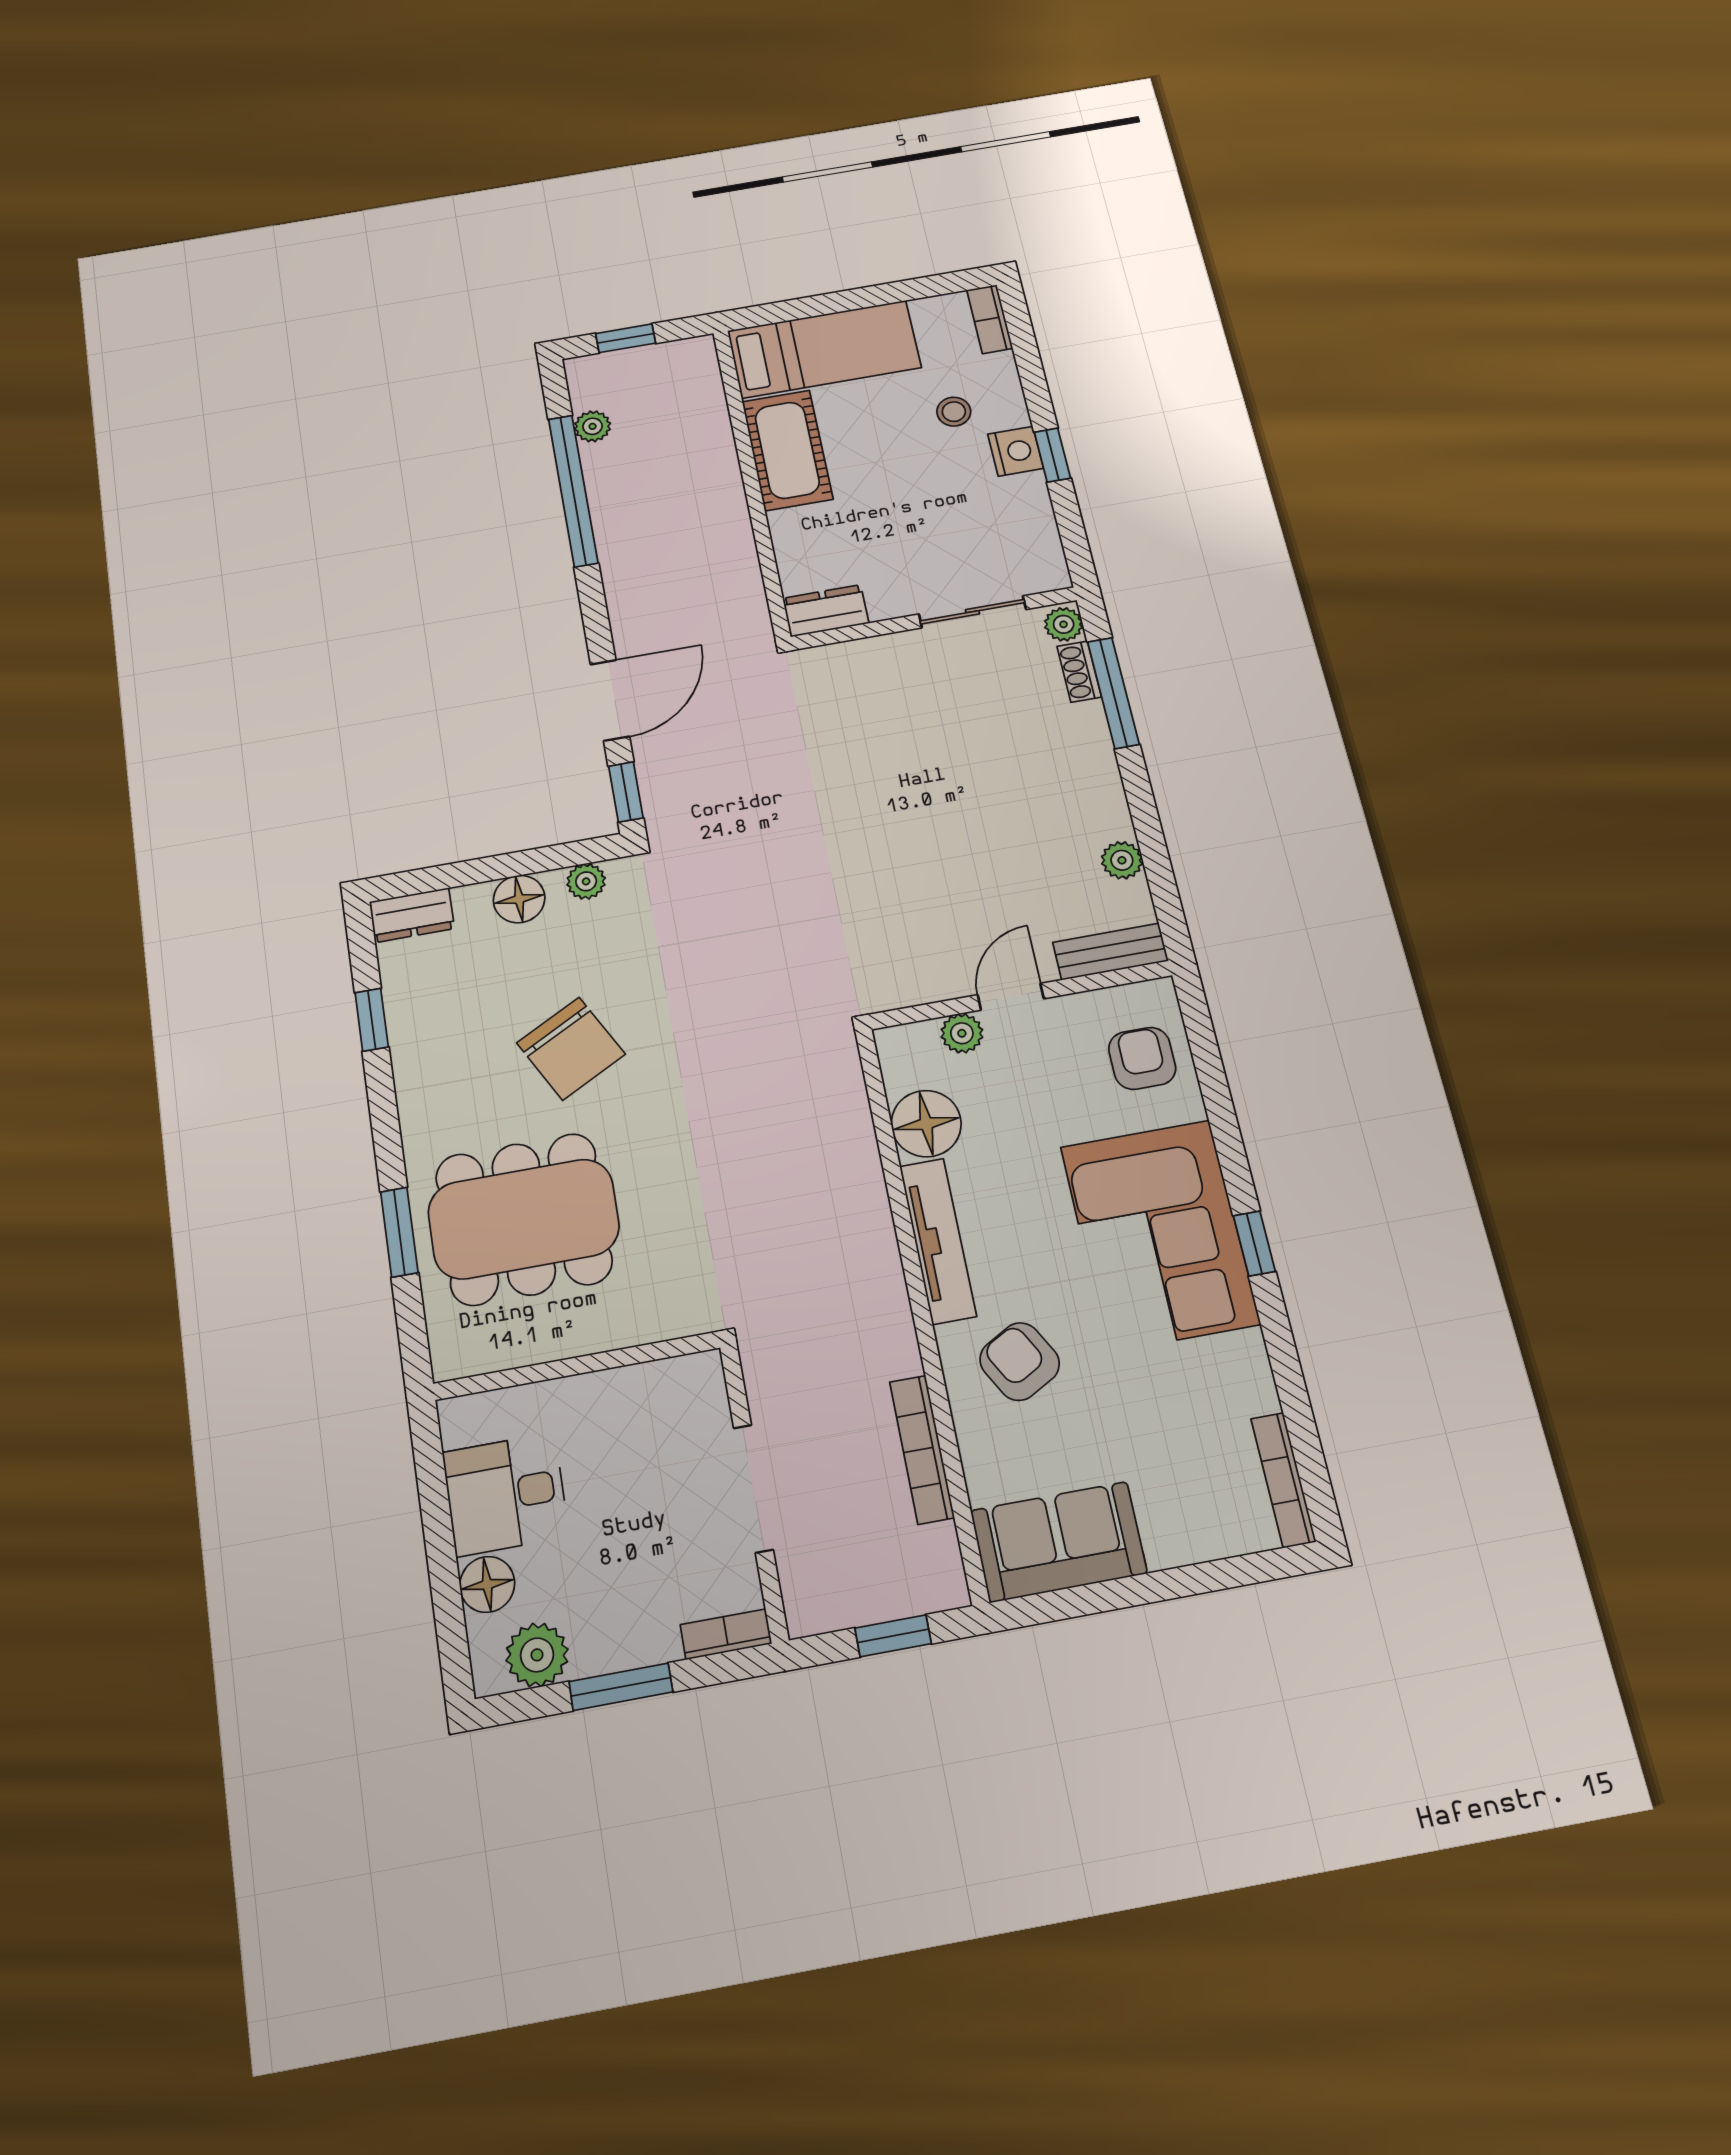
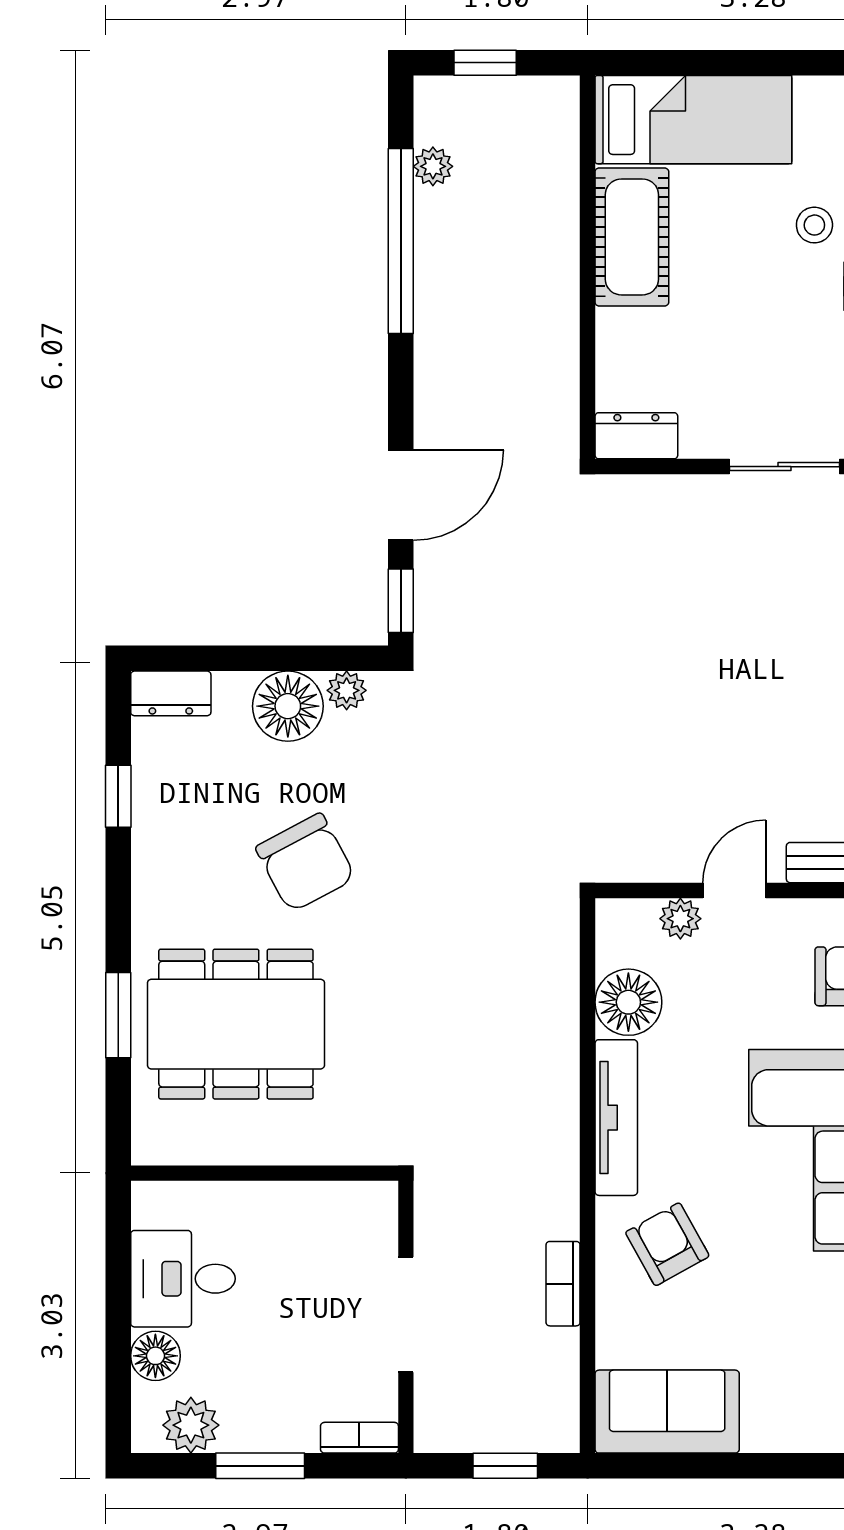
floor lamp: (519, 899) -> (288, 706), width x1.38, depth x1.38
bookcase: (922, 1449) -> (563, 1284), width x0.64

